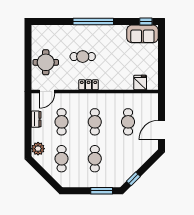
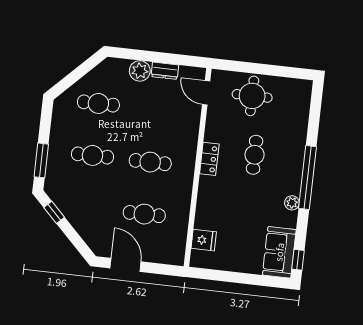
plant: (110, 29) -> (292, 203), added
cafe table: (62, 122) -> (156, 110), removed
plant: (38, 149) -> (140, 71), moved

